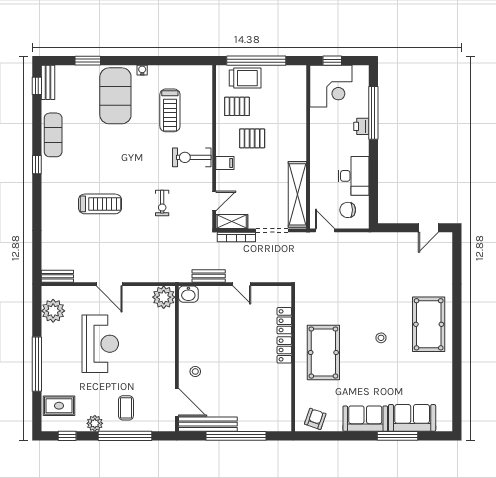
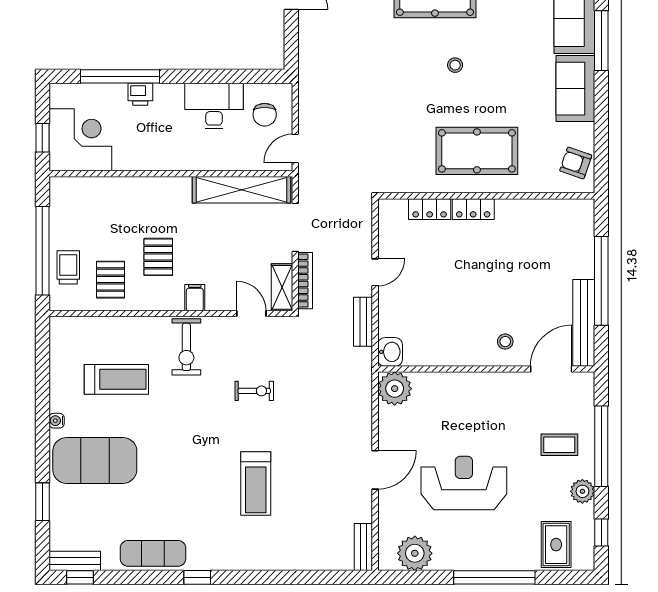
trolley: (245, 78) -> (68, 267), width x0.73, depth x0.72
treadmill: (100, 204) -> (256, 483), turned 180

